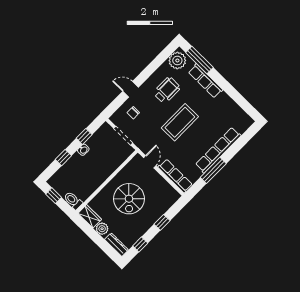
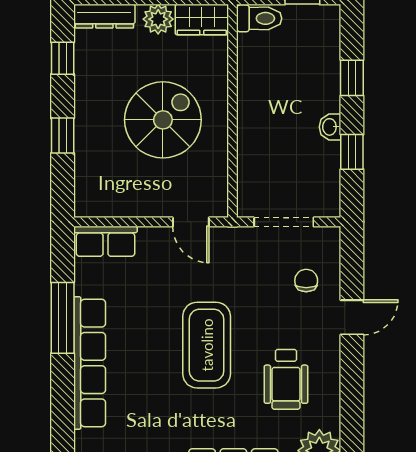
row of seats: (175, 176) -> (105, 241), width x0.68
spiral stairs: (129, 199) -> (163, 120), turned 90

